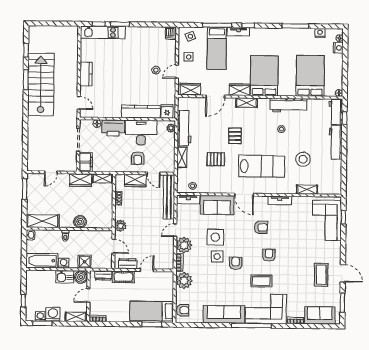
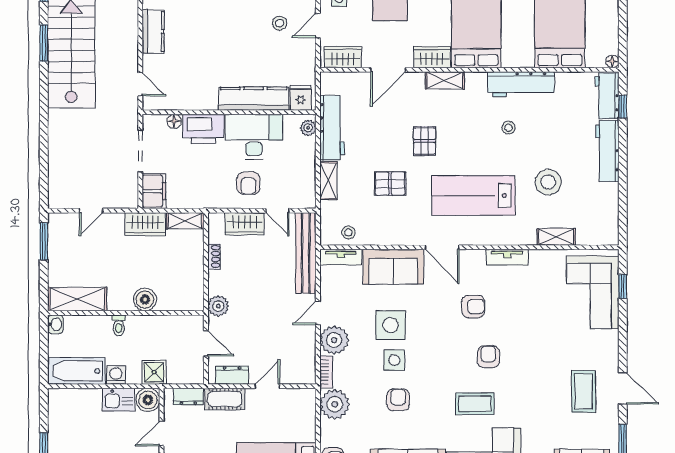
lab bench: (262, 166) -> (473, 196), turned 180
armchair: (236, 263) -> (398, 400), moved

